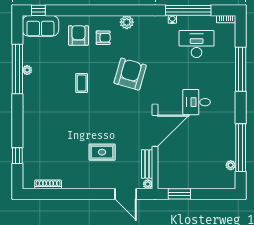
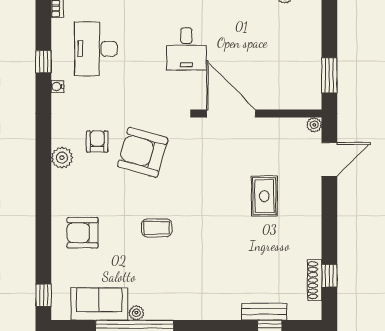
window: (188, 10) -> (43, 62), width x0.32
sofa: (40, 26) -> (99, 304), moved, turned -90
armchair: (103, 38) -> (97, 141), moved
bench: (147, 164) -> (264, 312), moved
window: (51, 194) -> (329, 276), added

